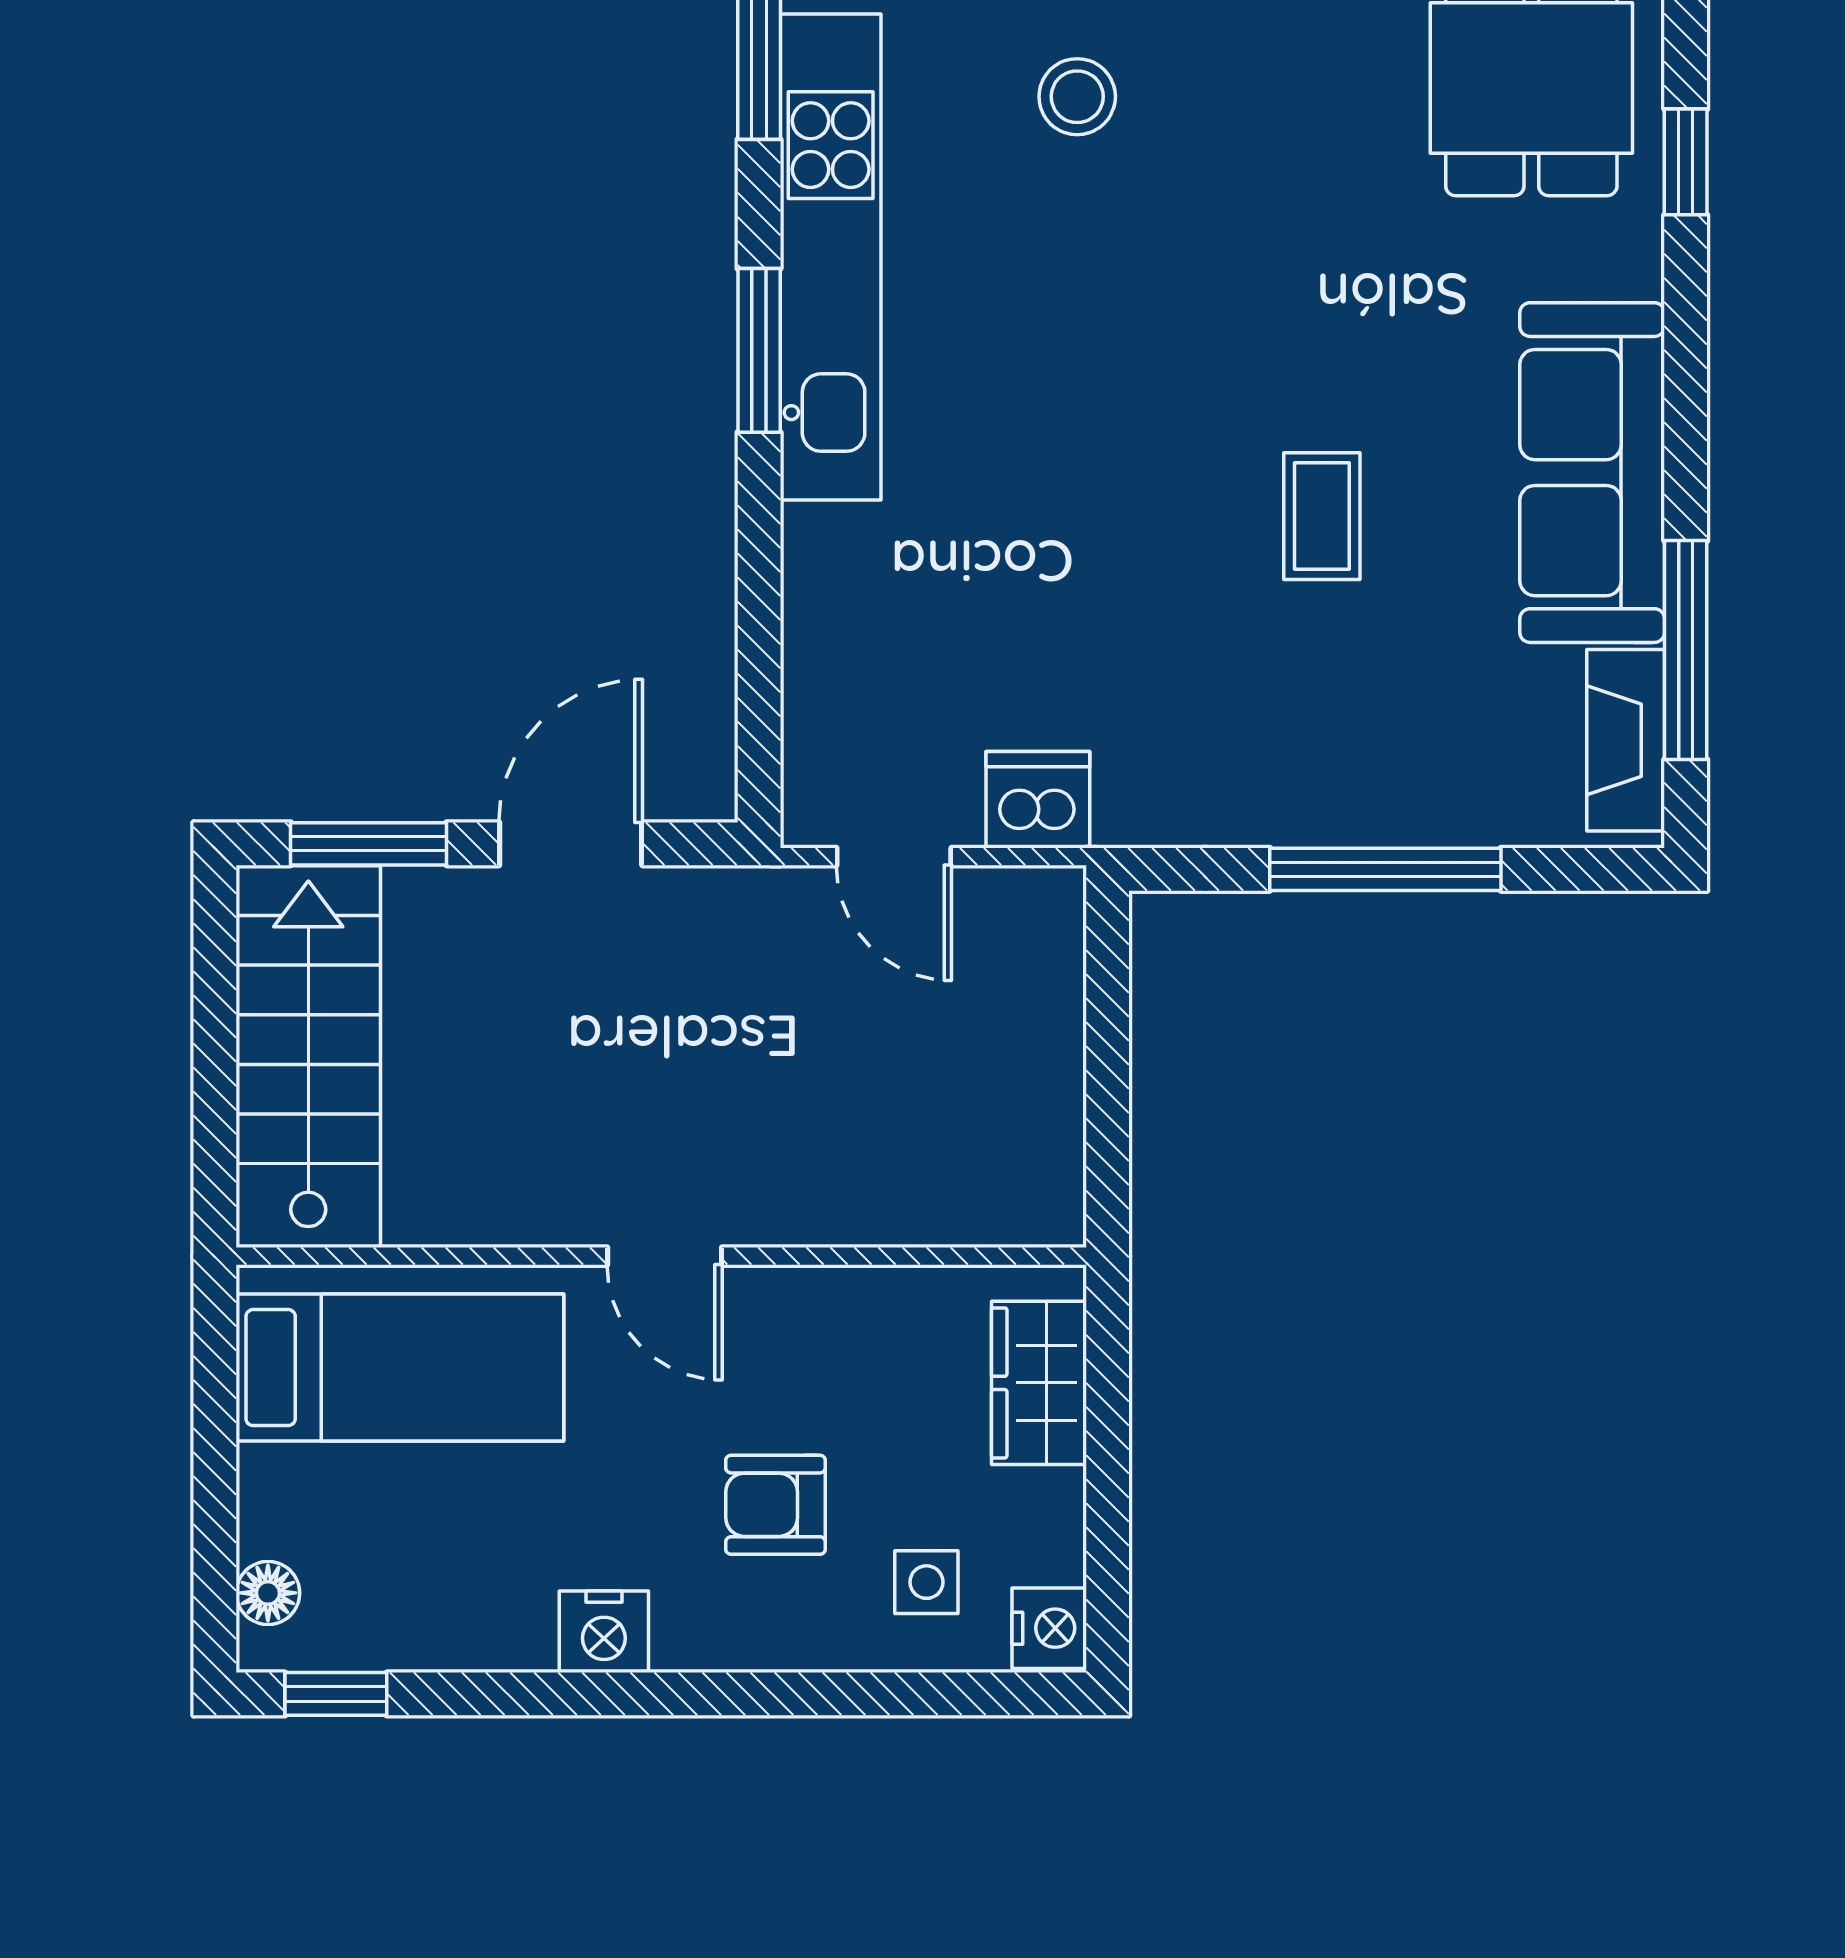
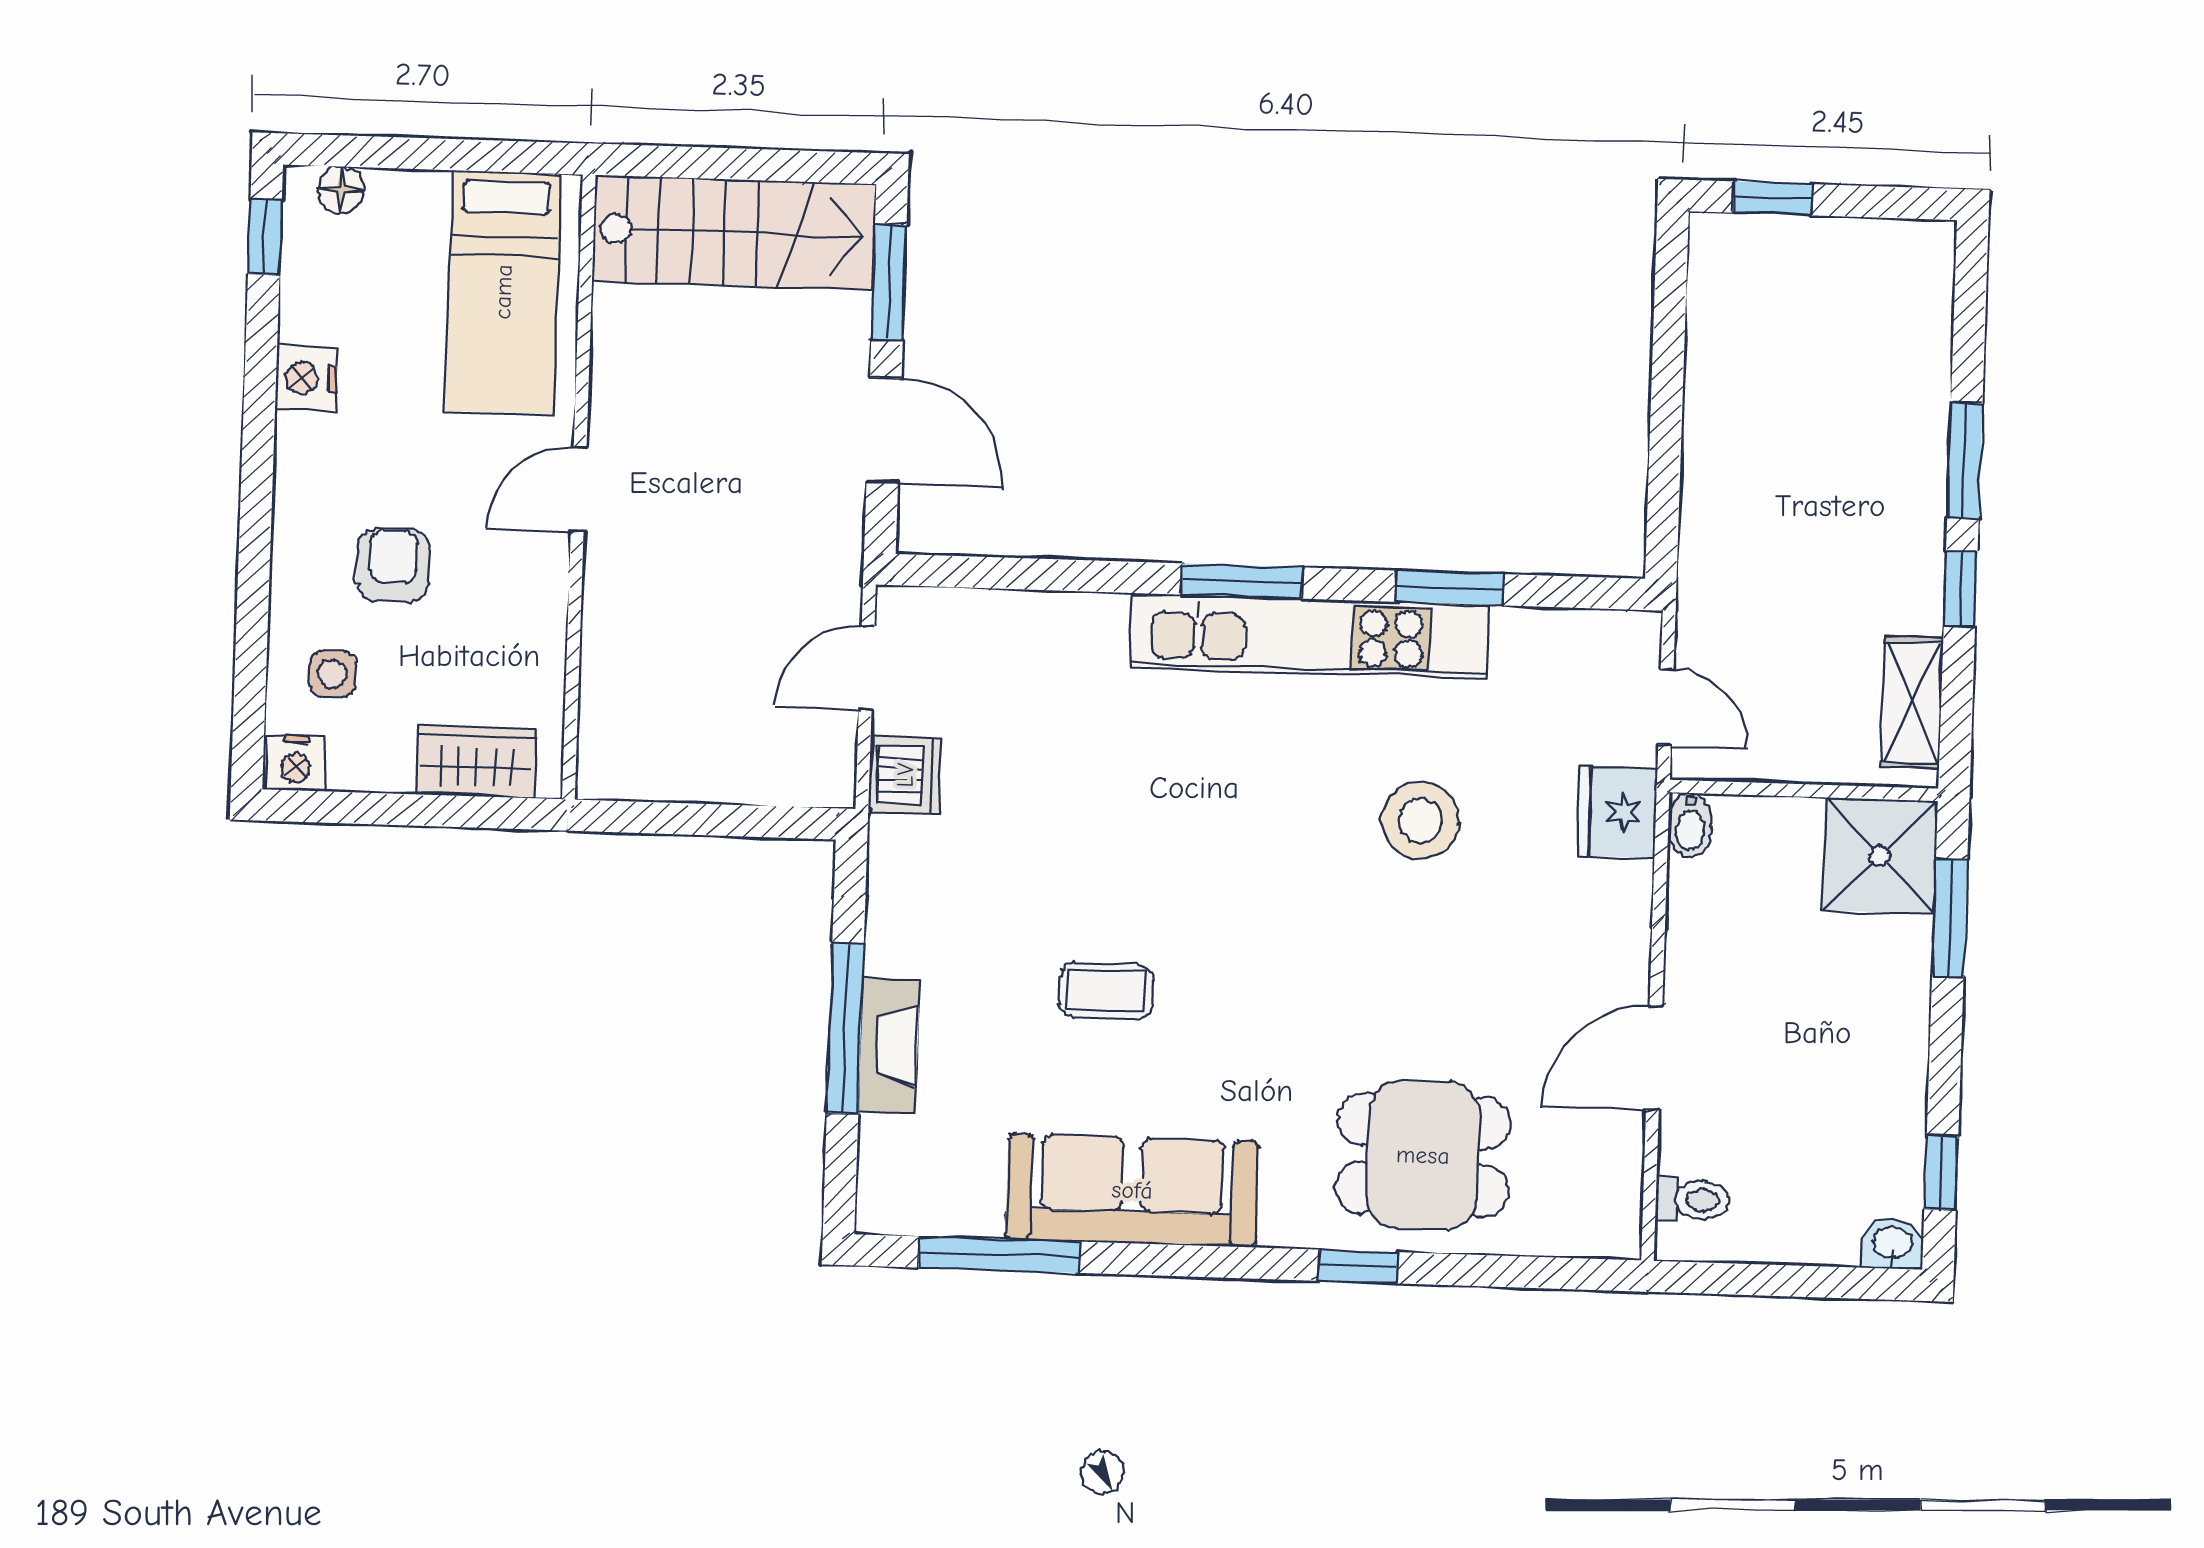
stool: (1077, 97) -> (1421, 821), width x1.38, depth x1.38
fireplace: (1626, 740) -> (889, 1045), moved, turned 90
nightstand: (604, 1632) -> (306, 378), moved

